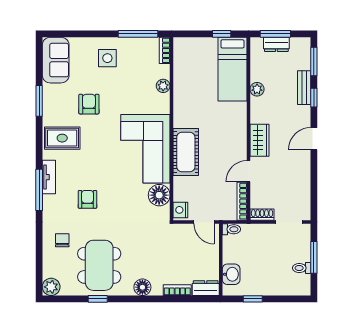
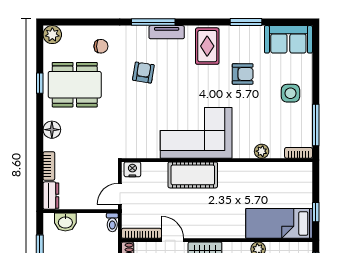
floor lamp: (159, 195) -> (148, 147), removed
armchair: (87, 199) -> (143, 72), turned -81

